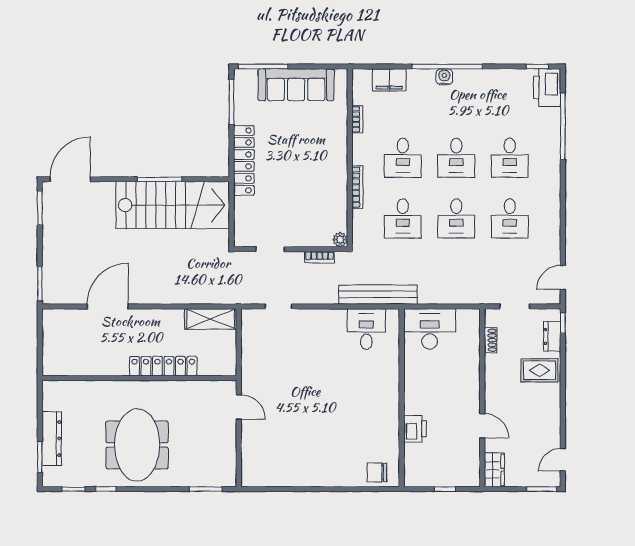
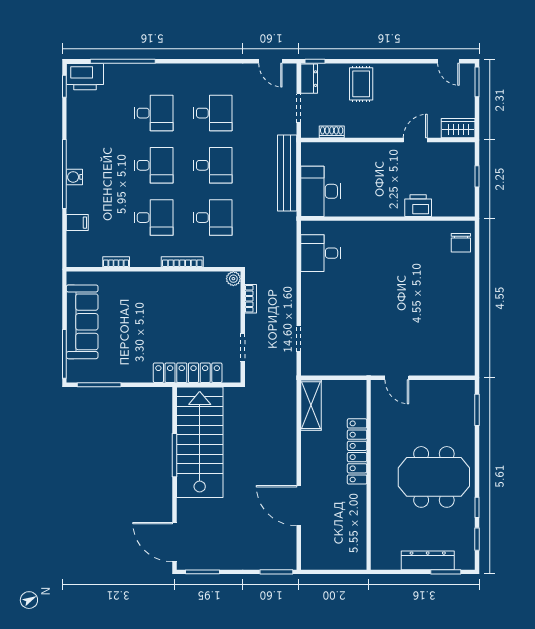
filing cabinet: (389, 80) -> (77, 223), width x0.50
locker: (244, 160) -> (188, 373), moved
bench: (378, 295) -> (287, 173), moved
dresser: (552, 336) -> (309, 79), moved, turned -90
door: (239, 407) -> (397, 378), swing flipped

